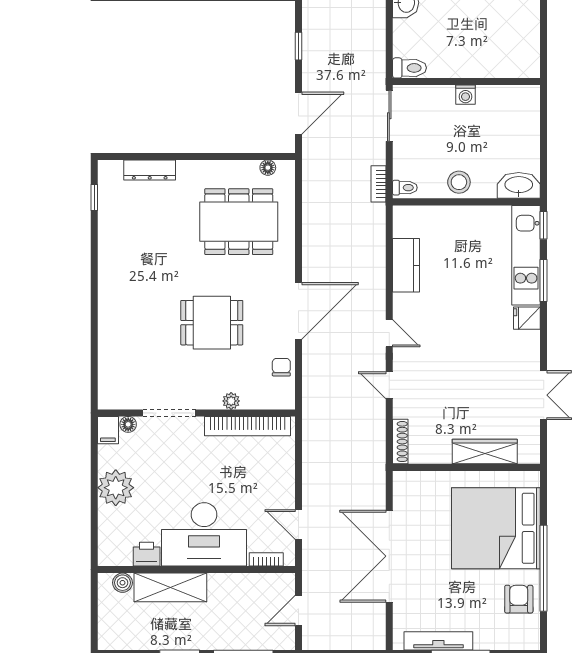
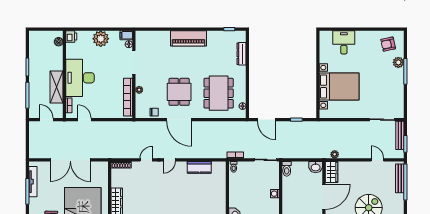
stool: (459, 182) -> (236, 191), removed
piano: (115, 290) -> (189, 38), added
dining table: (212, 323) -> (179, 92), moved
door: (298, 524) -> (84, 120), hinge flipped
printer: (147, 554) -> (71, 37), moved
double door: (389, 556) -> (70, 160), swing flipped
shelving: (170, 587) -> (57, 87), moved

